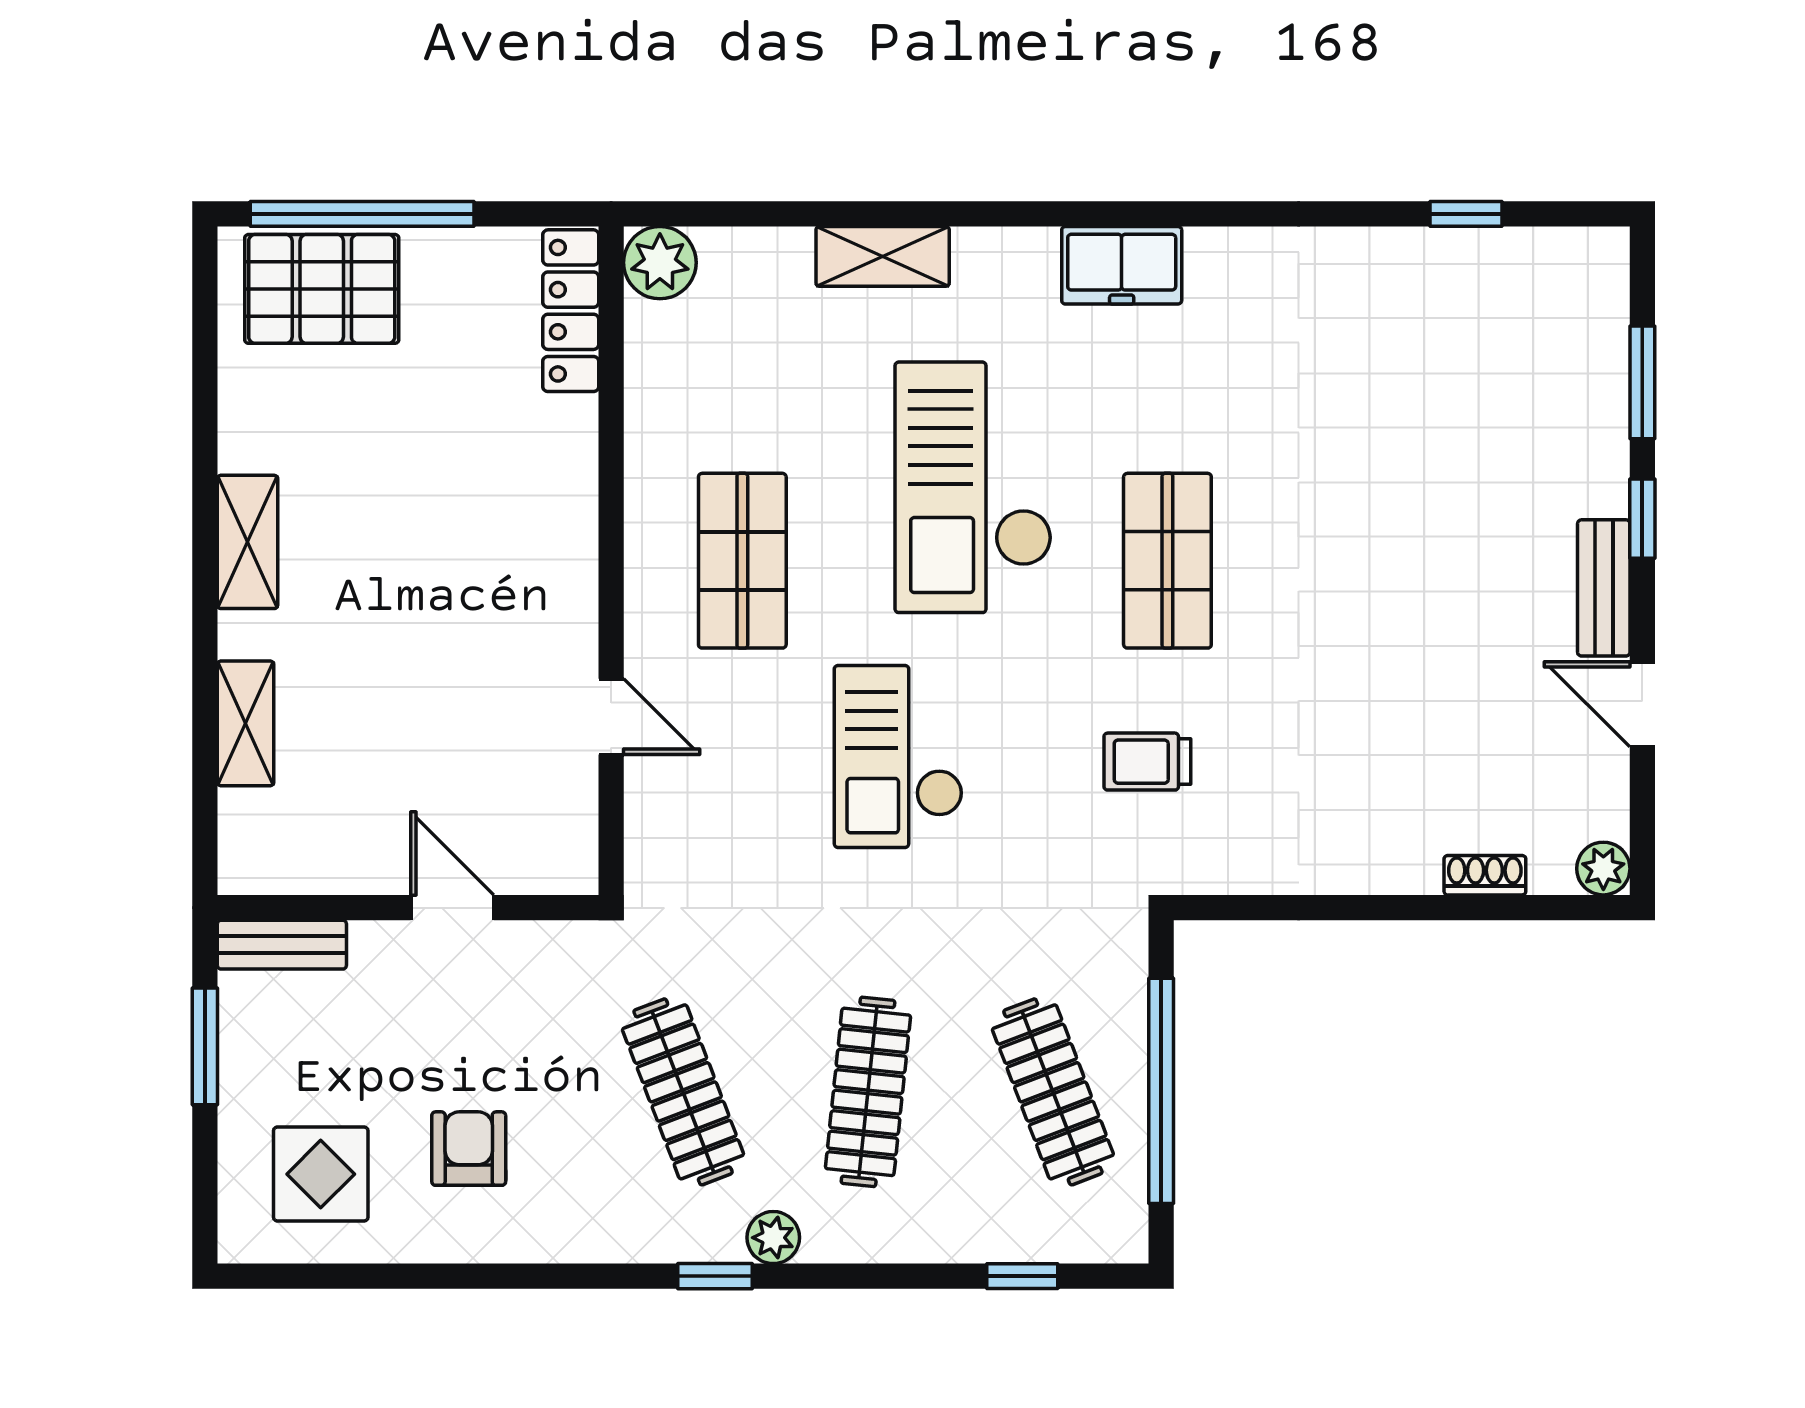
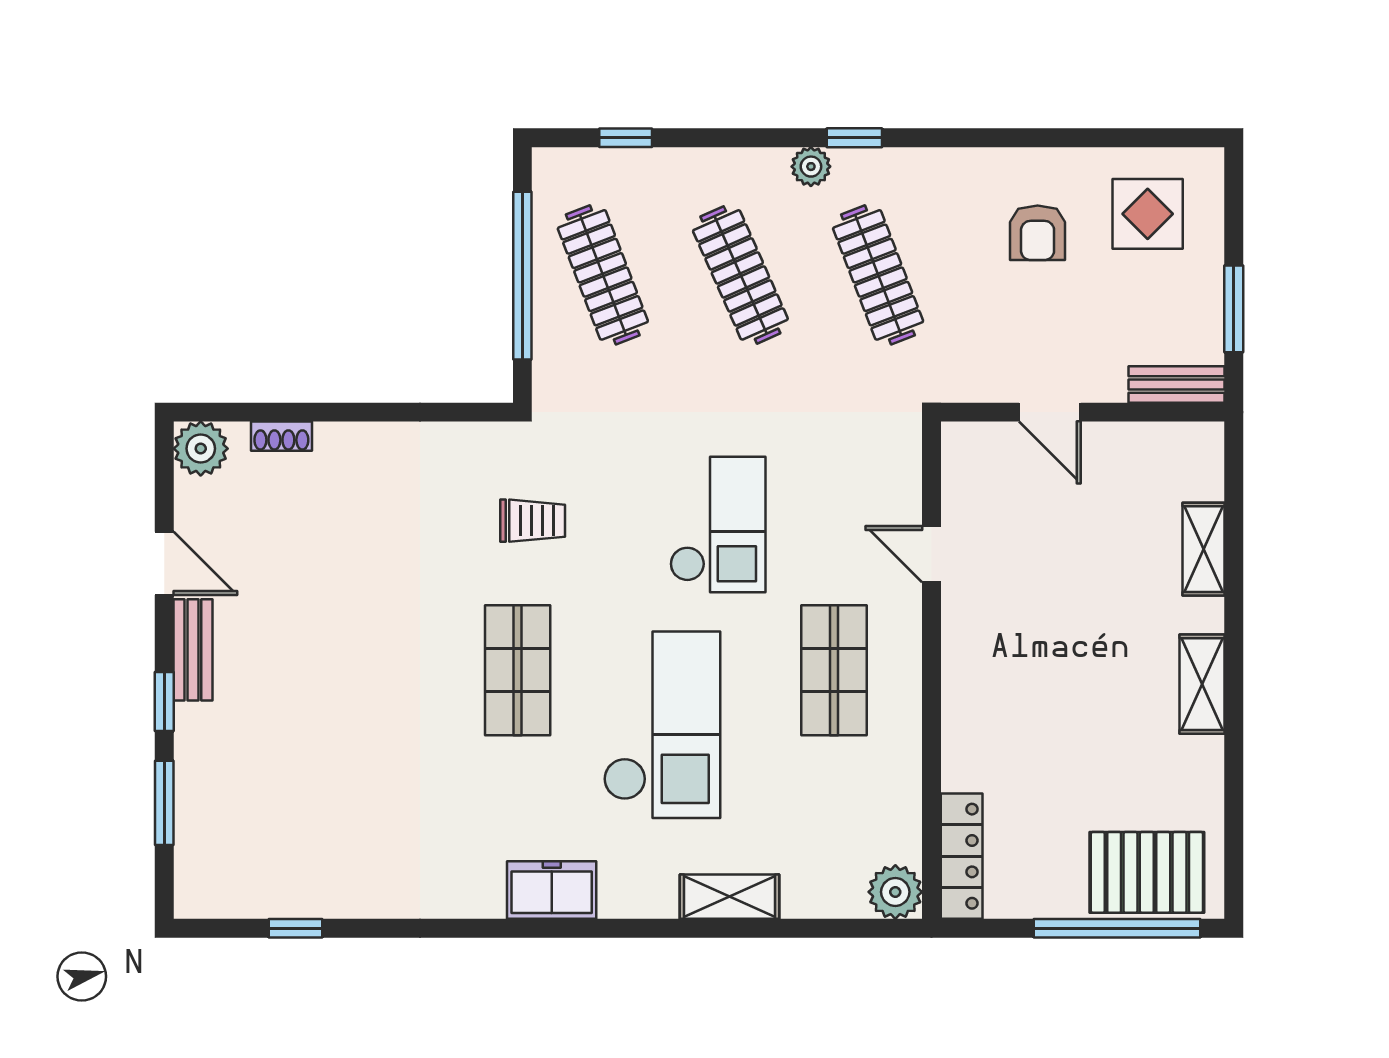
plant: (1603, 869) -> (201, 449), width x1.38, depth x1.38
clothes rail: (868, 1092) -> (740, 275), turned -30

